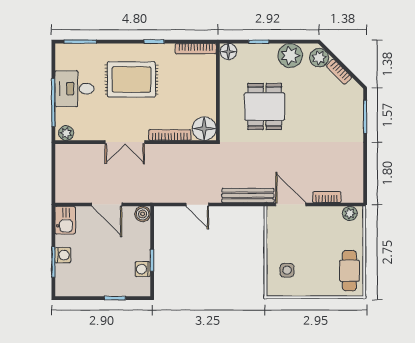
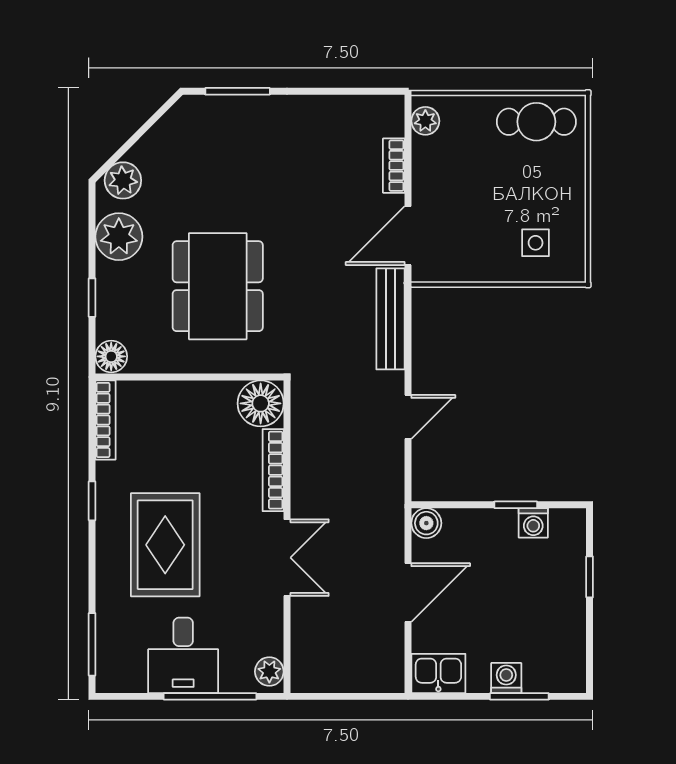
bookcase: (339, 72) -> (150, 142), removed
dining table: (265, 106) -> (218, 286), width x1.38

